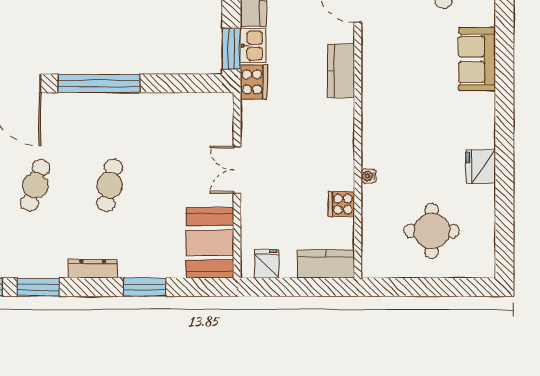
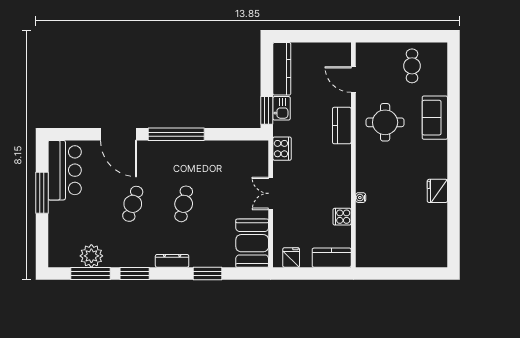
cooker: (254, 82) -> (282, 149), moved
round table: (432, 231) -> (385, 122), moved

